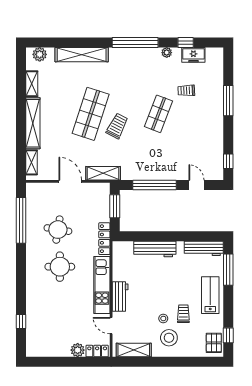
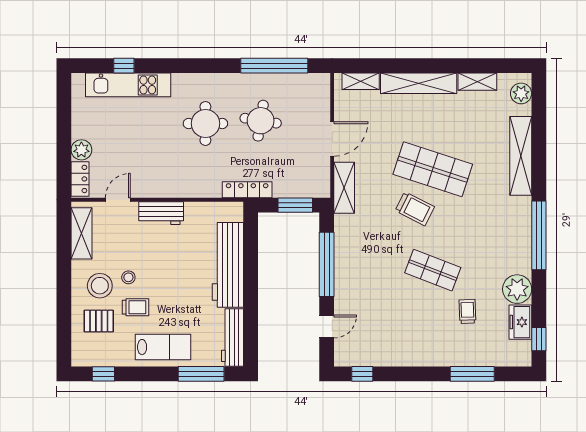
window: (186, 42) -> (539, 339), moved
plant: (167, 53) -> (517, 289), width x1.87, depth x1.87
window: (228, 101) -> (472, 374), moved
workbench: (155, 249) -> (228, 265), width x1.36, depth x1.32
kitchen unit: (102, 285) -> (128, 85), moved, turned 180
pallet: (214, 343) -> (99, 321), moved

